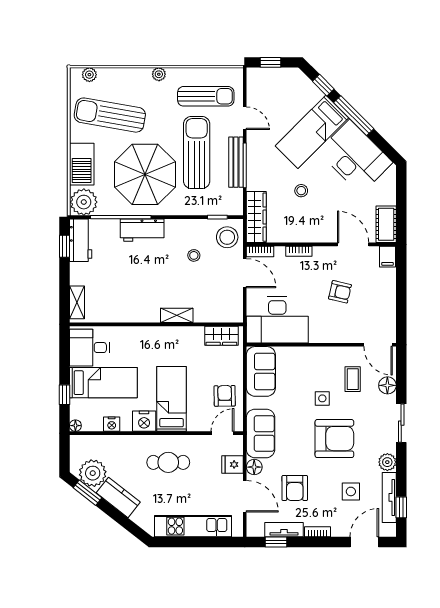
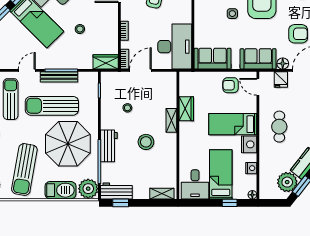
wardrobe: (256, 217) -> (106, 62), width x0.67
stool: (227, 237) -> (146, 142), moved
wardrobe: (221, 336) -> (186, 109), moved

